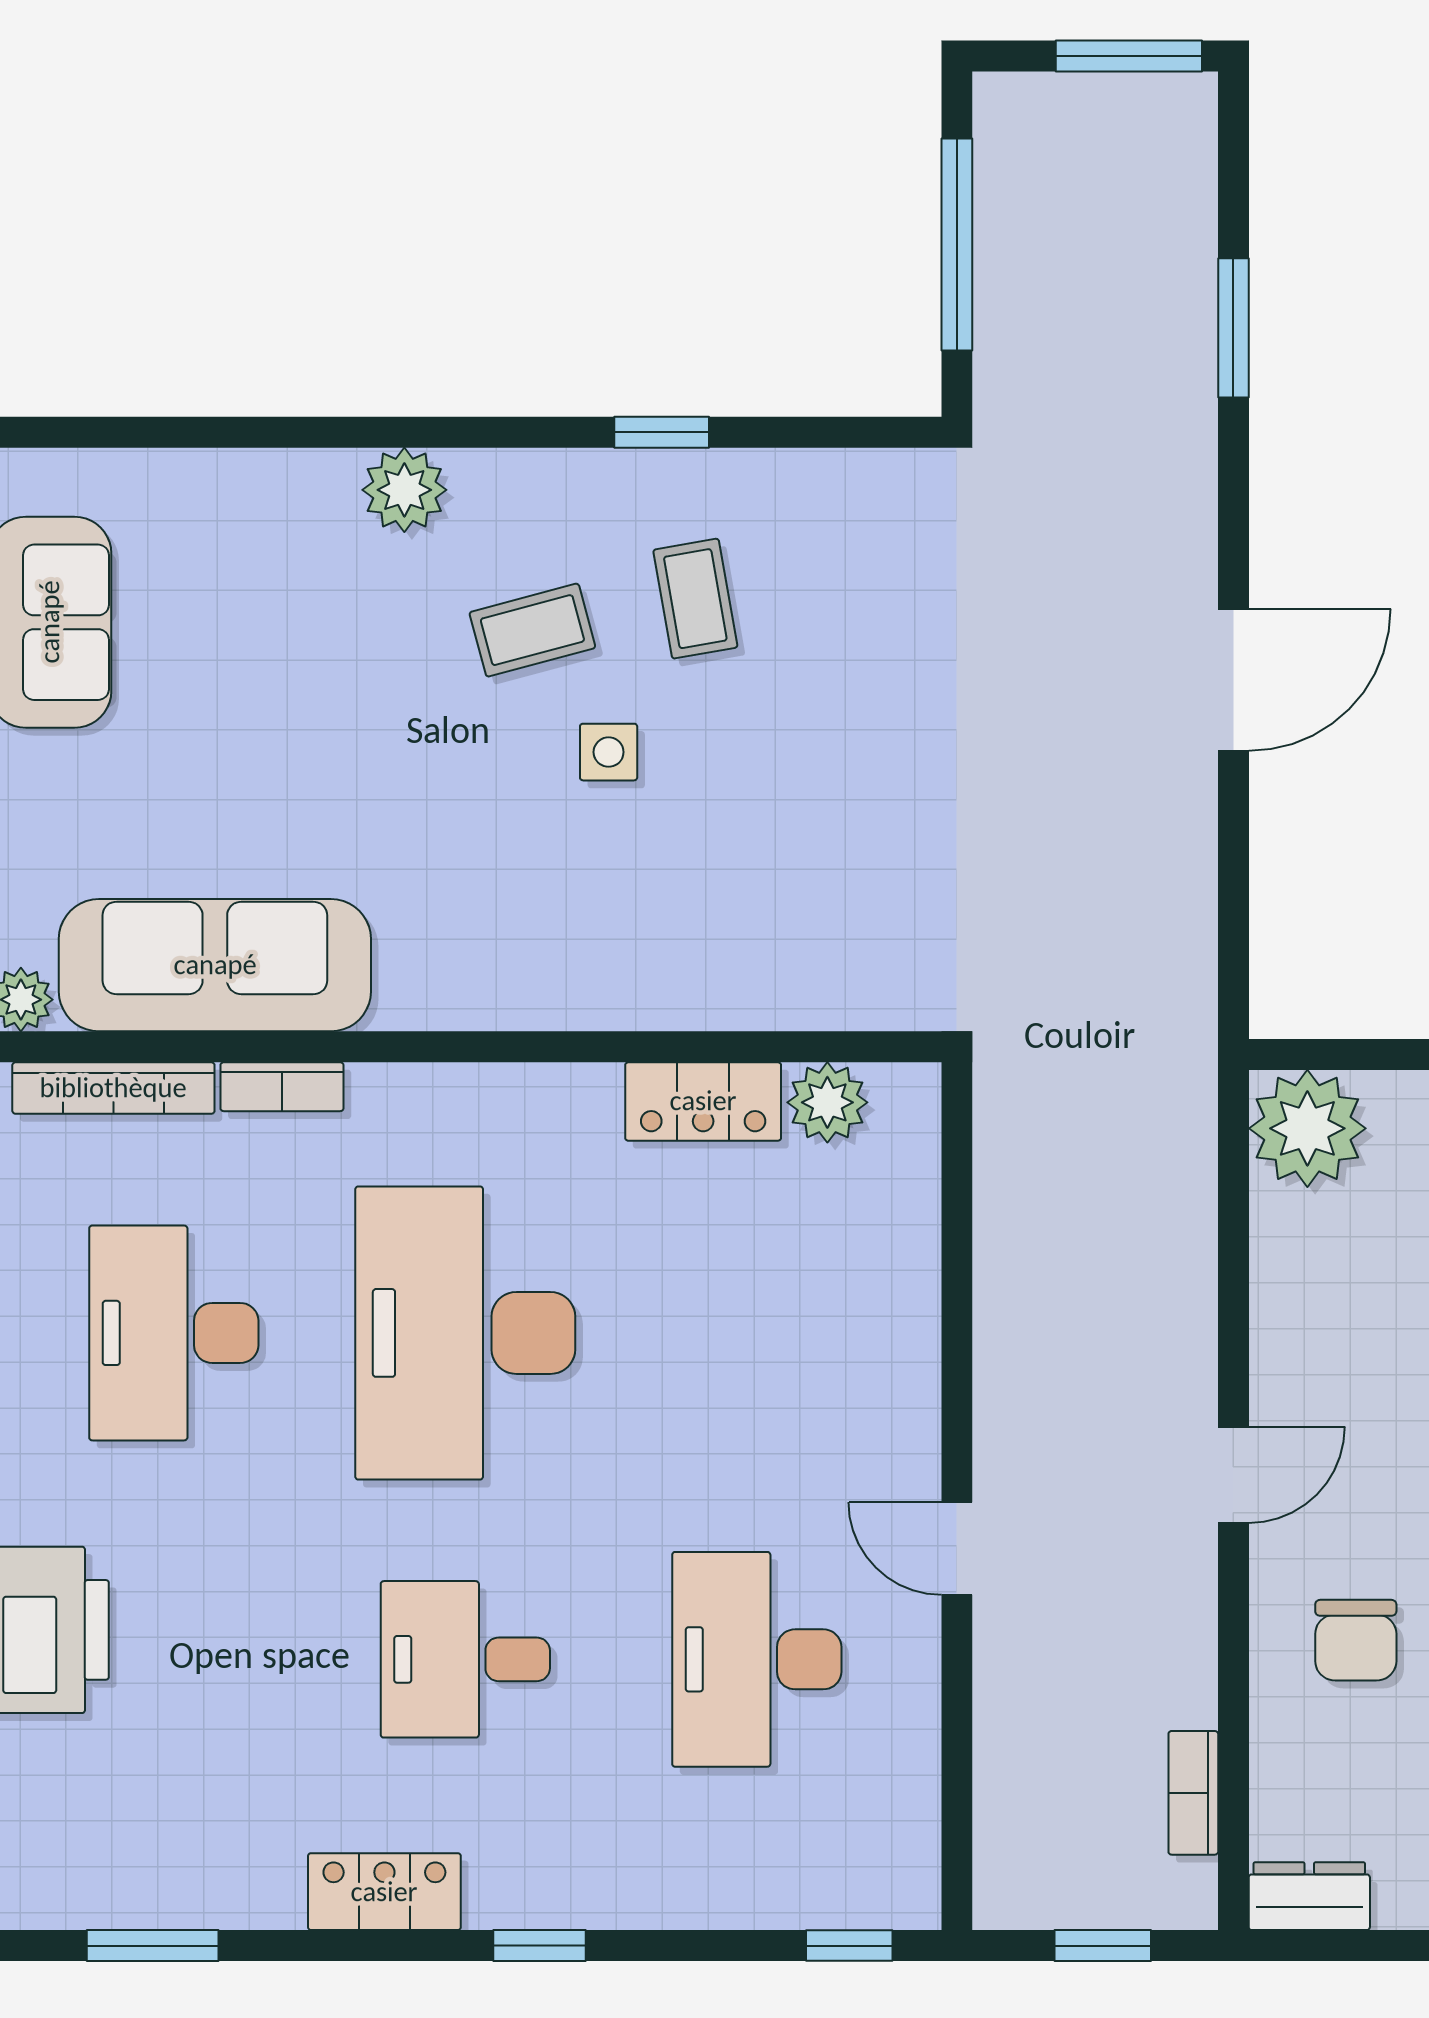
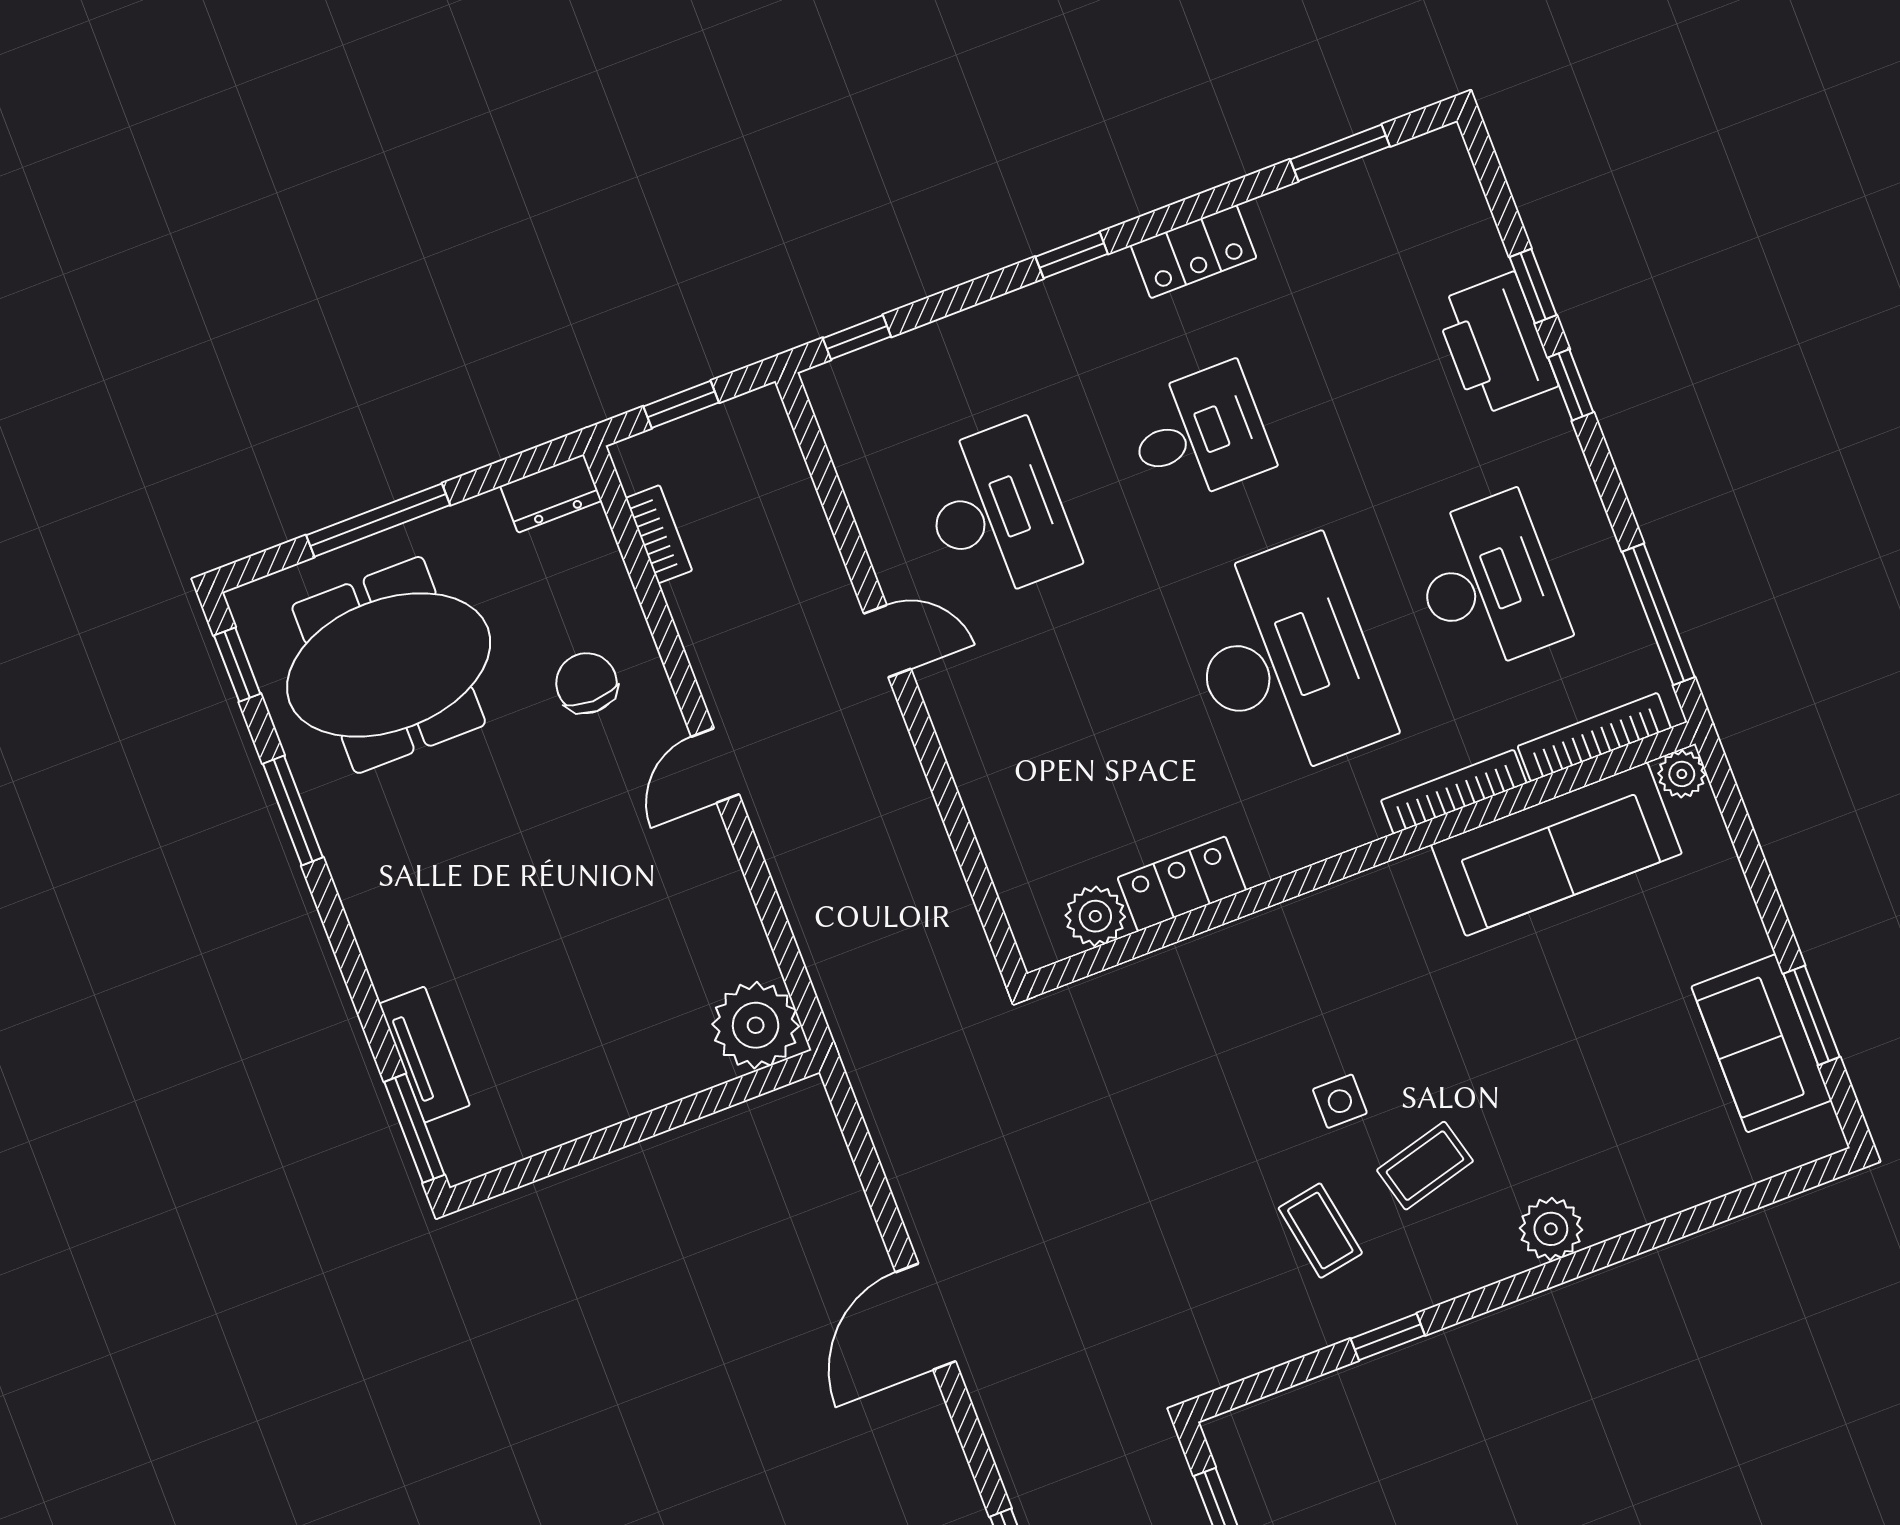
bookcase: (282, 1087) -> (1454, 792), width x1.56

